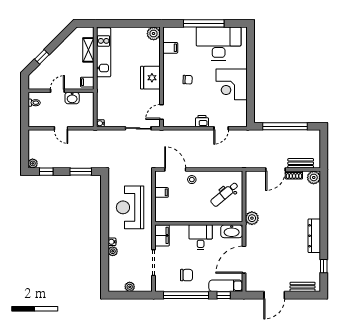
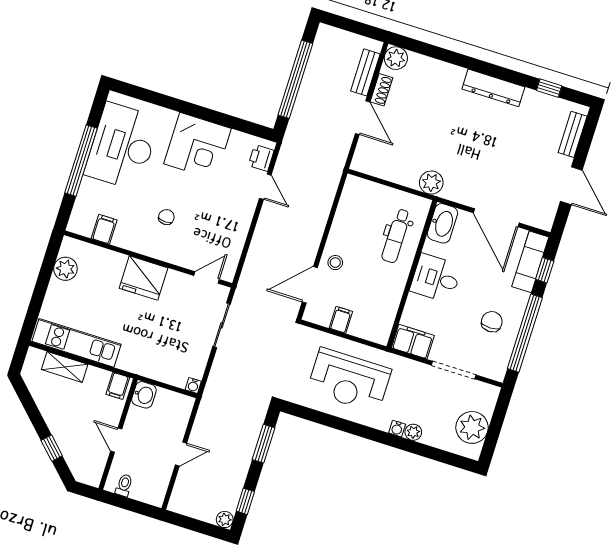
plant: (154, 34) -> (65, 269), moved
washbasin: (72, 98) -> (144, 395), moved
door: (162, 112) -> (207, 277), swing flipped
printer: (202, 121) -> (261, 158), moved
dental chair: (224, 194) -> (396, 236), moved, turned 40
plant: (130, 287) -> (472, 427), width x1.88, depth x1.88

